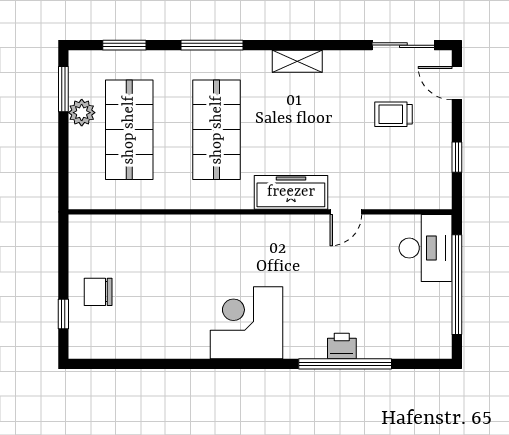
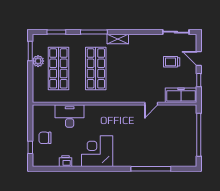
shelving: (297, 61) -> (118, 39), moved
door: (457, 83) -> (199, 59), moved
freezer: (291, 192) -> (181, 95), moved
desk: (426, 248) -> (70, 116), moved, turned -90
corner desk: (246, 323) -> (97, 151), moved
printer: (342, 346) -> (65, 161), moved

